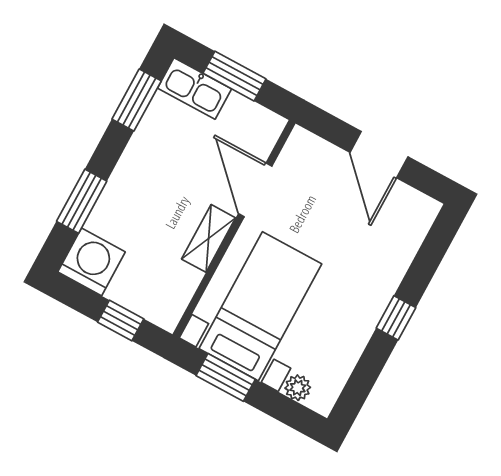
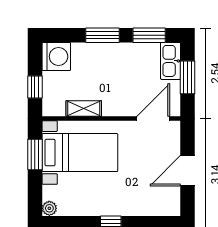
door: (255, 190) -> (153, 119), moved
window: (82, 201) -> (103, 35), moved
shelving: (209, 238) -> (84, 108), moved
plant: (298, 388) -> (49, 208), moved

